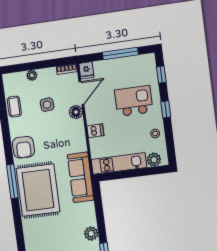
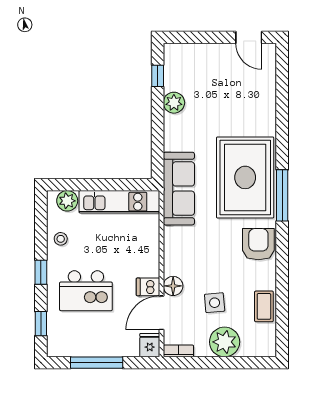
plant: (32, 75) -> (225, 342), width x1.88, depth x1.88
dishwasher: (95, 131) -> (148, 287), moved

